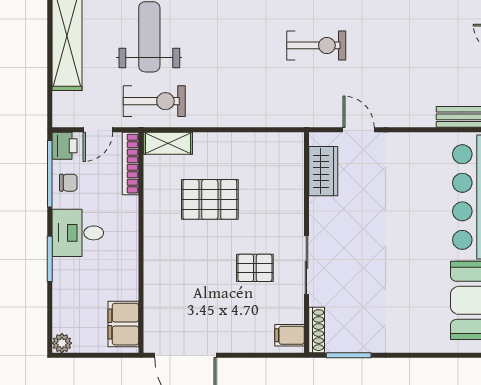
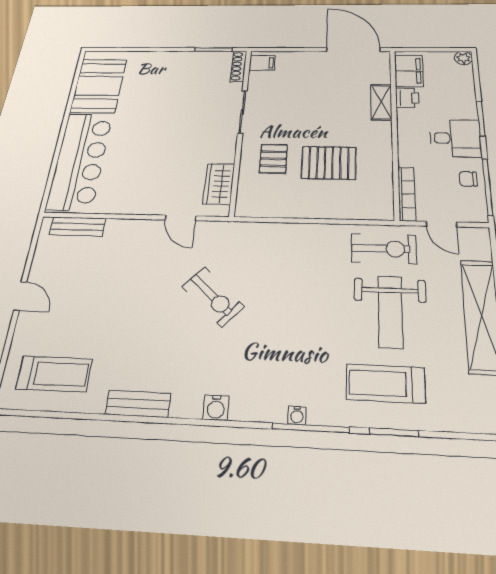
exercise bike: (316, 45) -> (213, 297), turned -137
exercise bike: (154, 101) -> (384, 249), turned 180
door: (98, 130) -> (441, 224), swing flipped
shelving: (168, 143) -> (381, 102), moved, turned 90
printer: (64, 146) -> (407, 98), moved, turned 180
pallet: (255, 268) -> (273, 159), moved, turned 90

